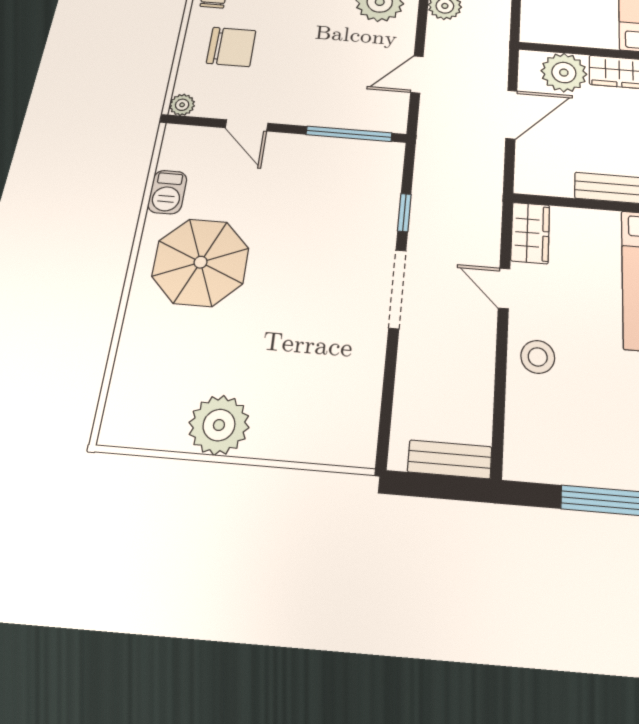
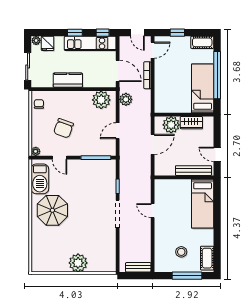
chair: (231, 47) -> (64, 128), moved, turned 110
barbecue: (167, 192) -> (40, 179), width x1.88, depth x1.53
wardrobe: (530, 233) -> (161, 190), removed
stool: (538, 357) -> (181, 252), moved
plant: (219, 425) -> (78, 263), moved

